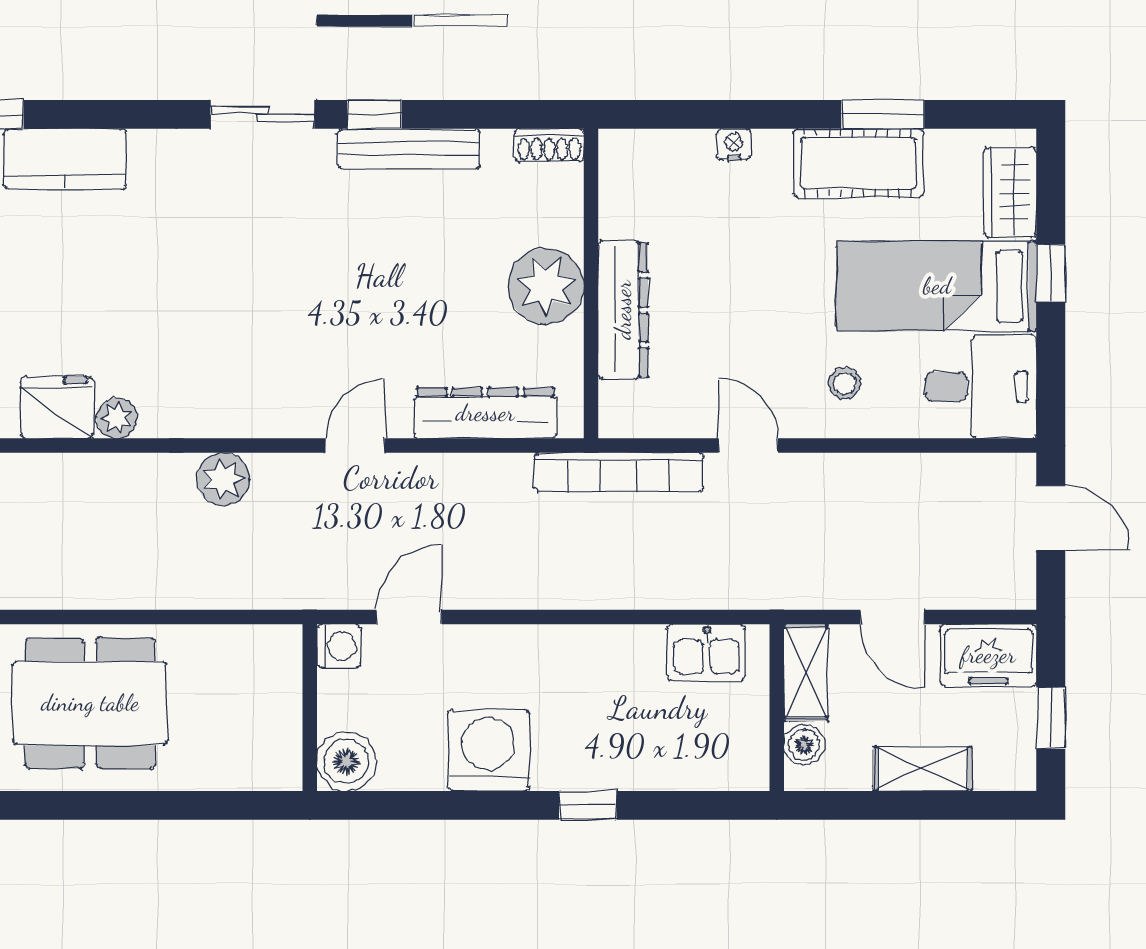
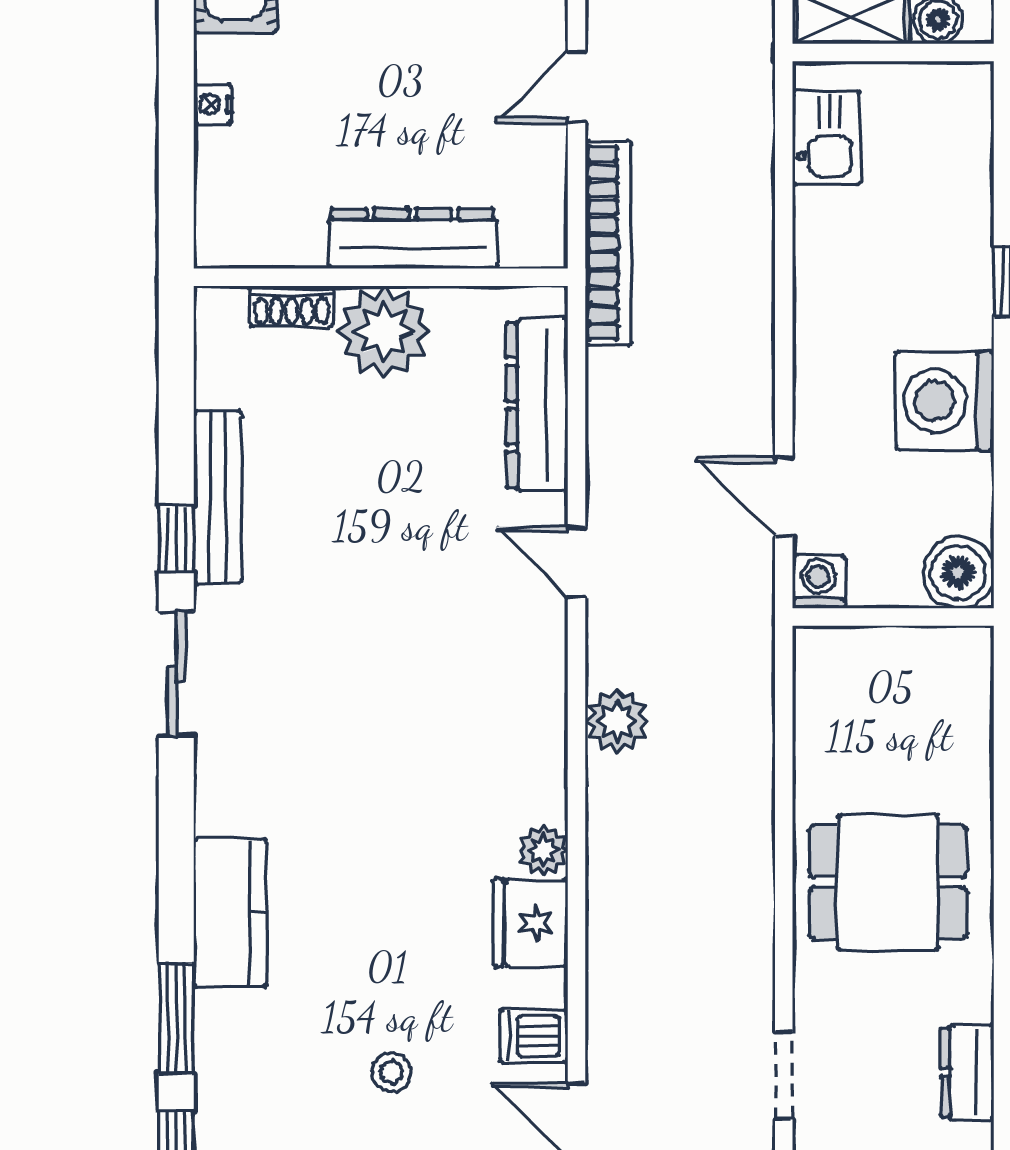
shoe rack: (549, 145) -> (292, 306), moved, turned 90
dining table: (90, 703) -> (888, 882), width x0.73

